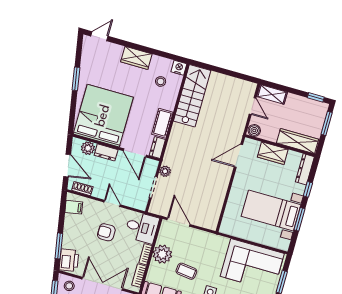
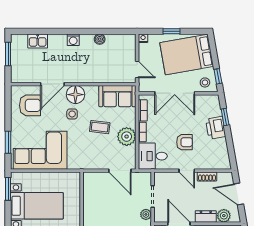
shoe rack: (82, 189) -> (207, 177), moved
filing cabinet: (74, 207) -> (221, 157), removed
window: (300, 219) -> (8, 189), moved
window: (59, 246) -> (225, 117), width x0.67
printer: (69, 260) -> (216, 128), moved

